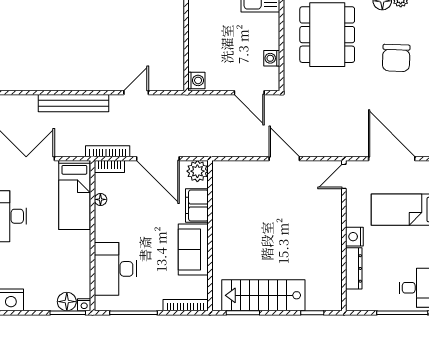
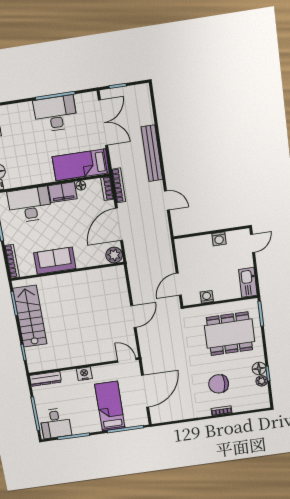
washing machine: (196, 80) -> (219, 239), moved
filing cabinet: (197, 205) -> (63, 192), moved, turned 180
dresser: (354, 268) -> (45, 379), moved

